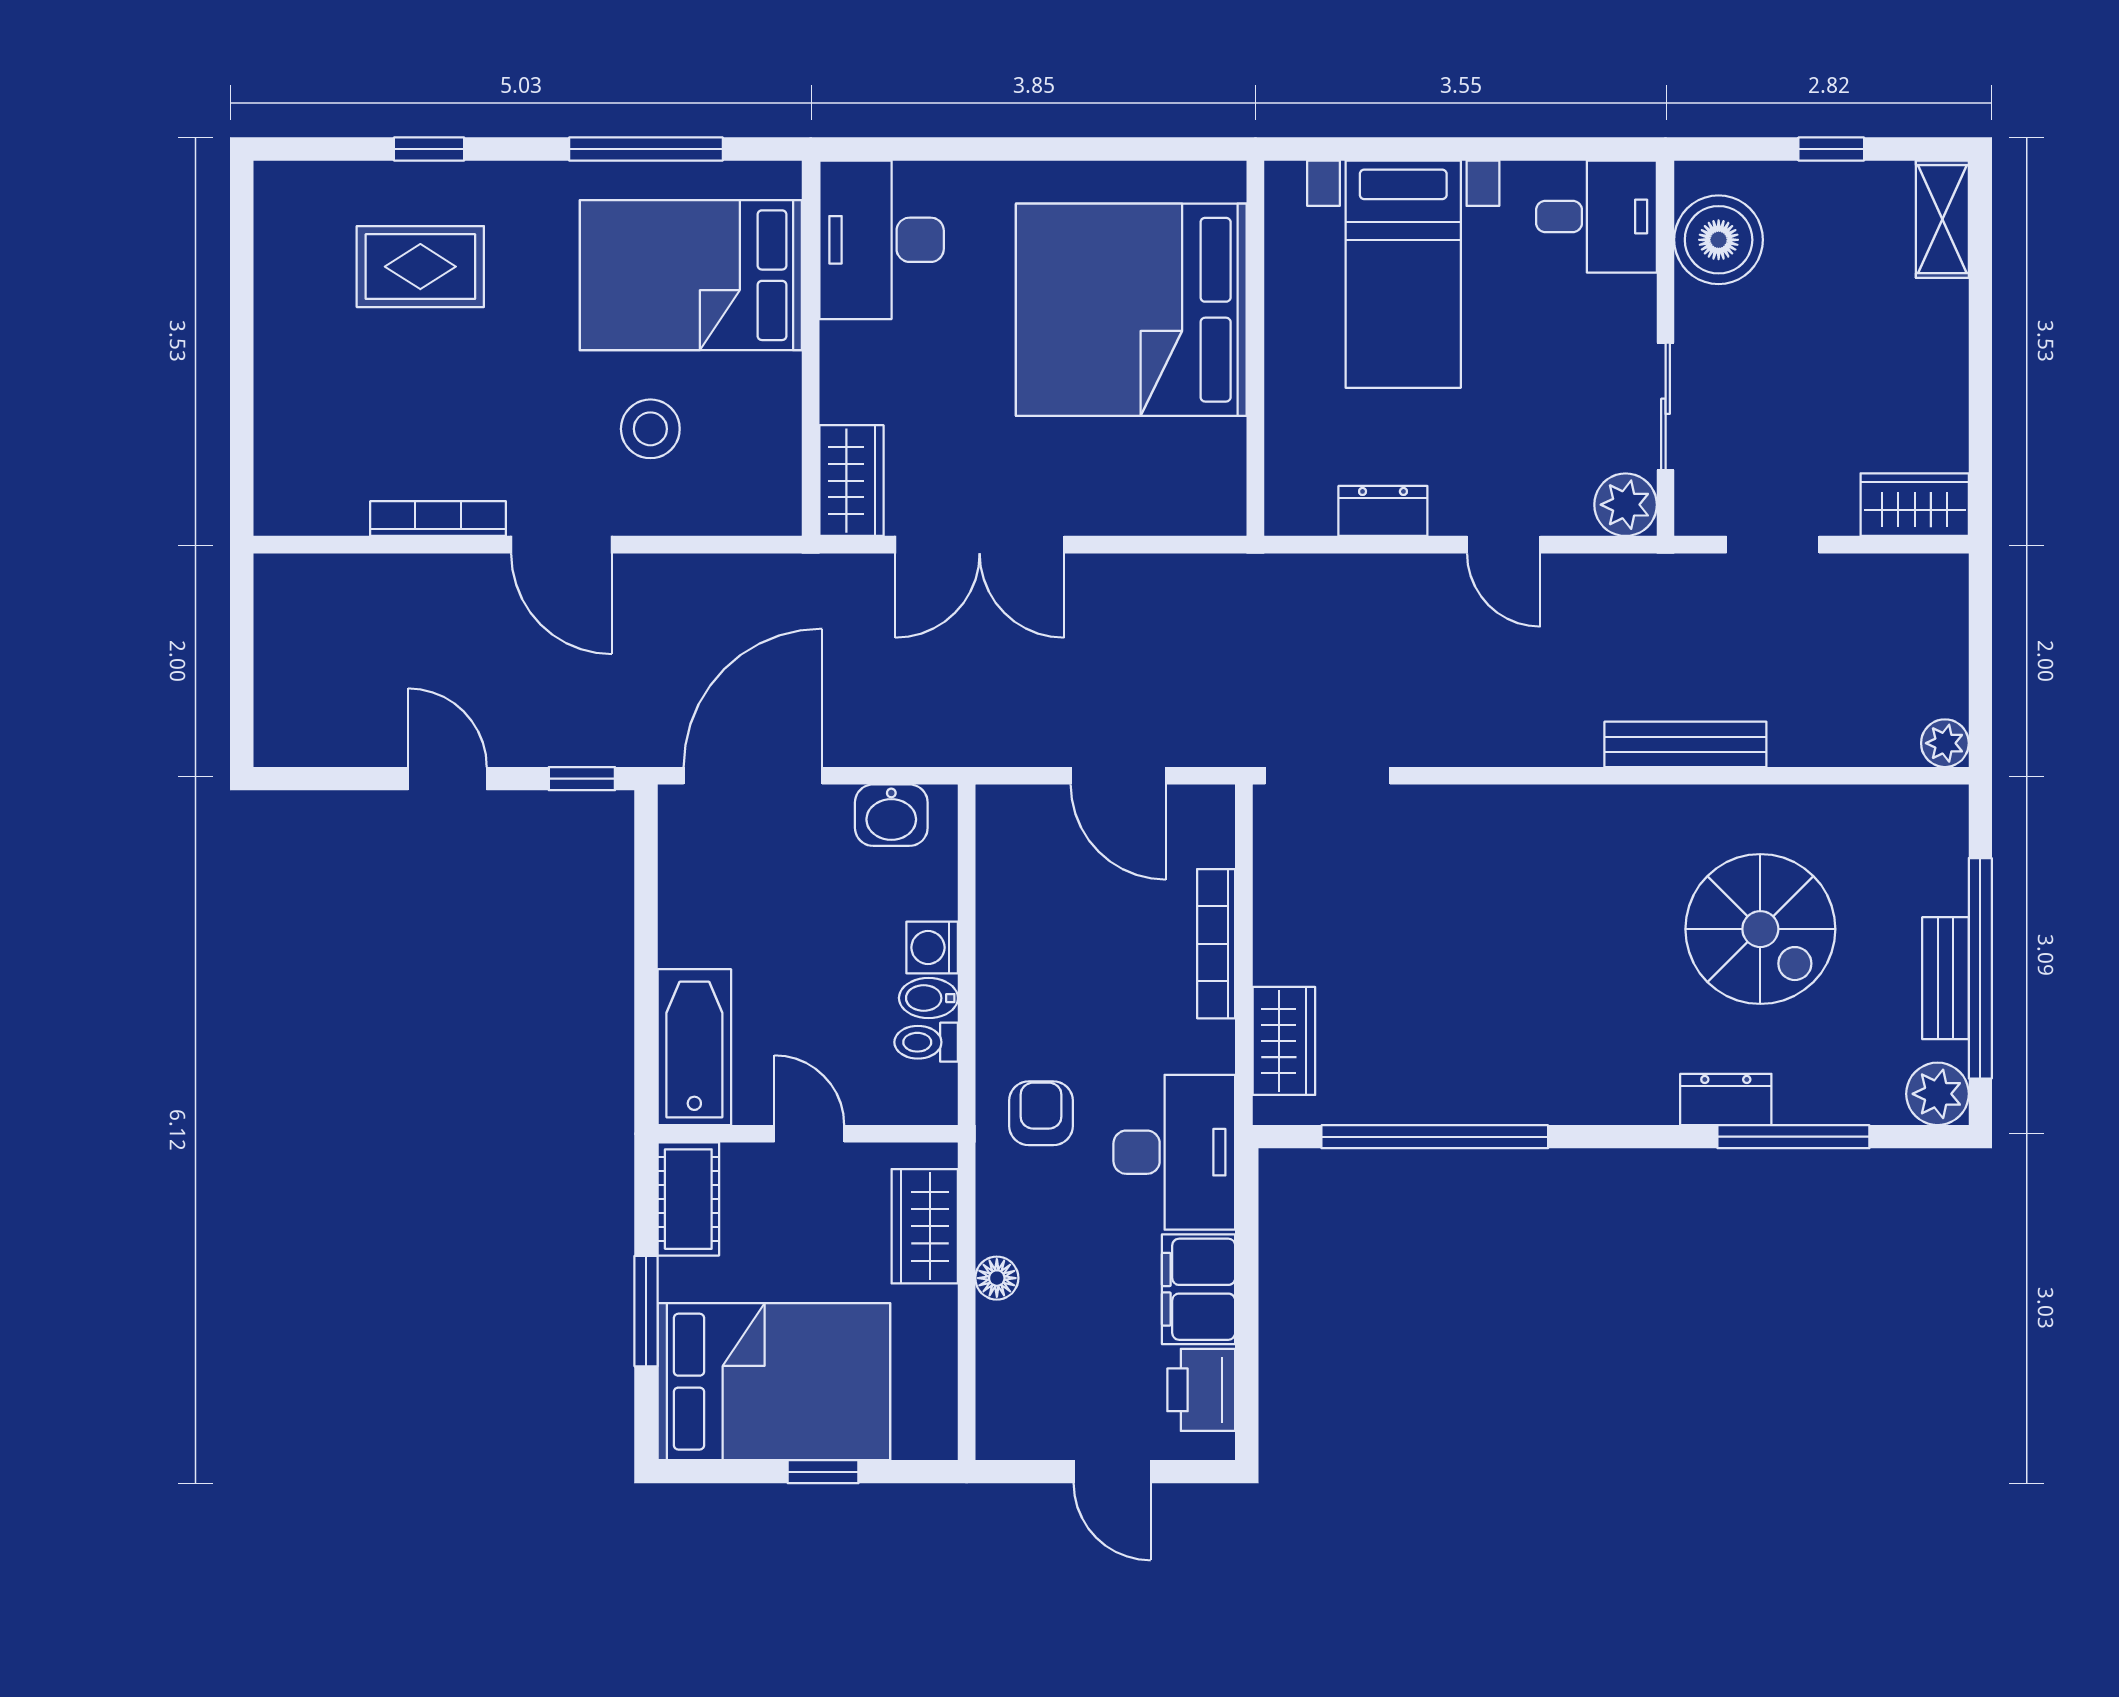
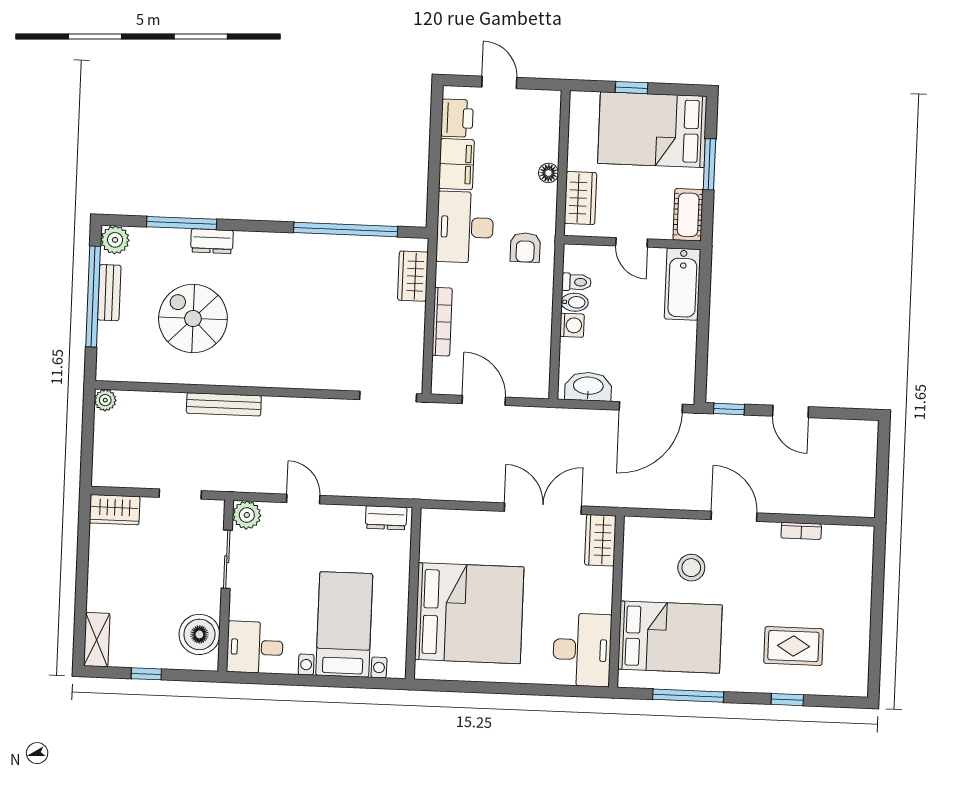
dresser: (1383, 511) -> (386, 518), moved
bookcase: (438, 519) -> (801, 531), width x0.64
washbasin: (891, 815) -> (588, 387), width x1.38

